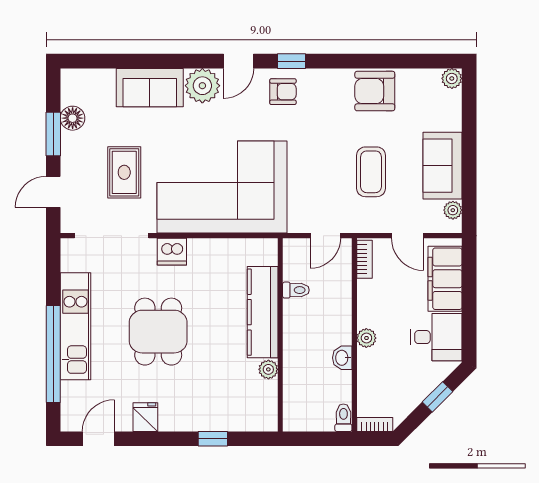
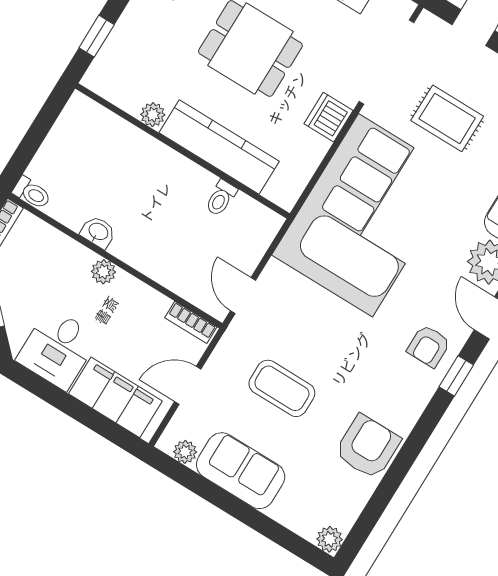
toilet: (296, 290) -> (221, 198), moved
kitchen counter: (263, 312) -> (219, 147), moved
wall: (280, 335) -> (183, 151), moved
plant: (268, 369) -> (153, 115), moved

